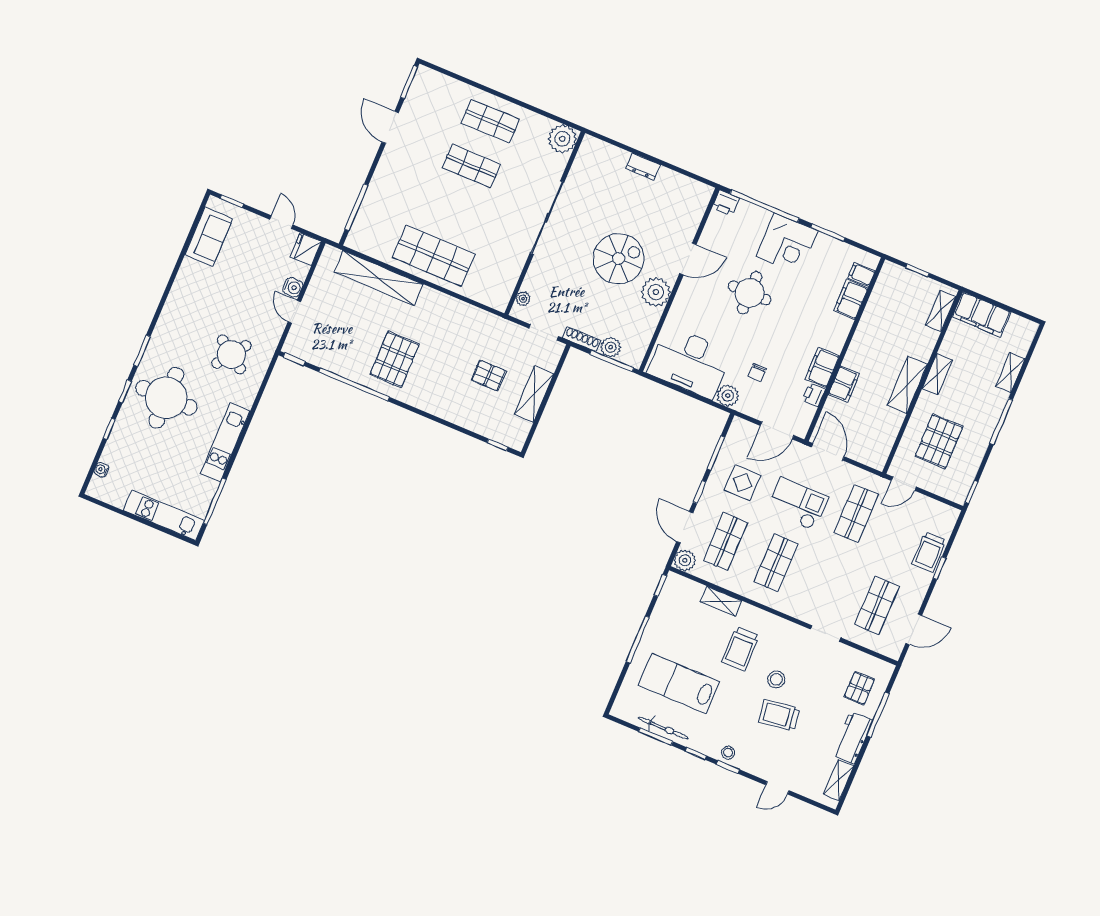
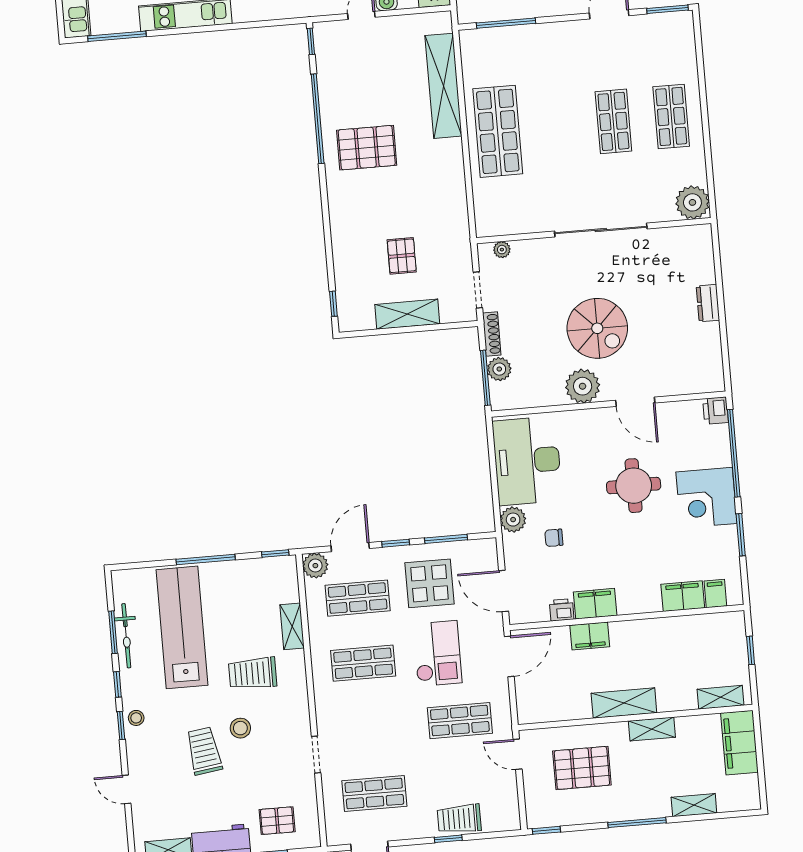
display table: (743, 483) -> (430, 583), width x1.36, depth x1.36
lab bench: (679, 683) -> (182, 627), width x1.36

